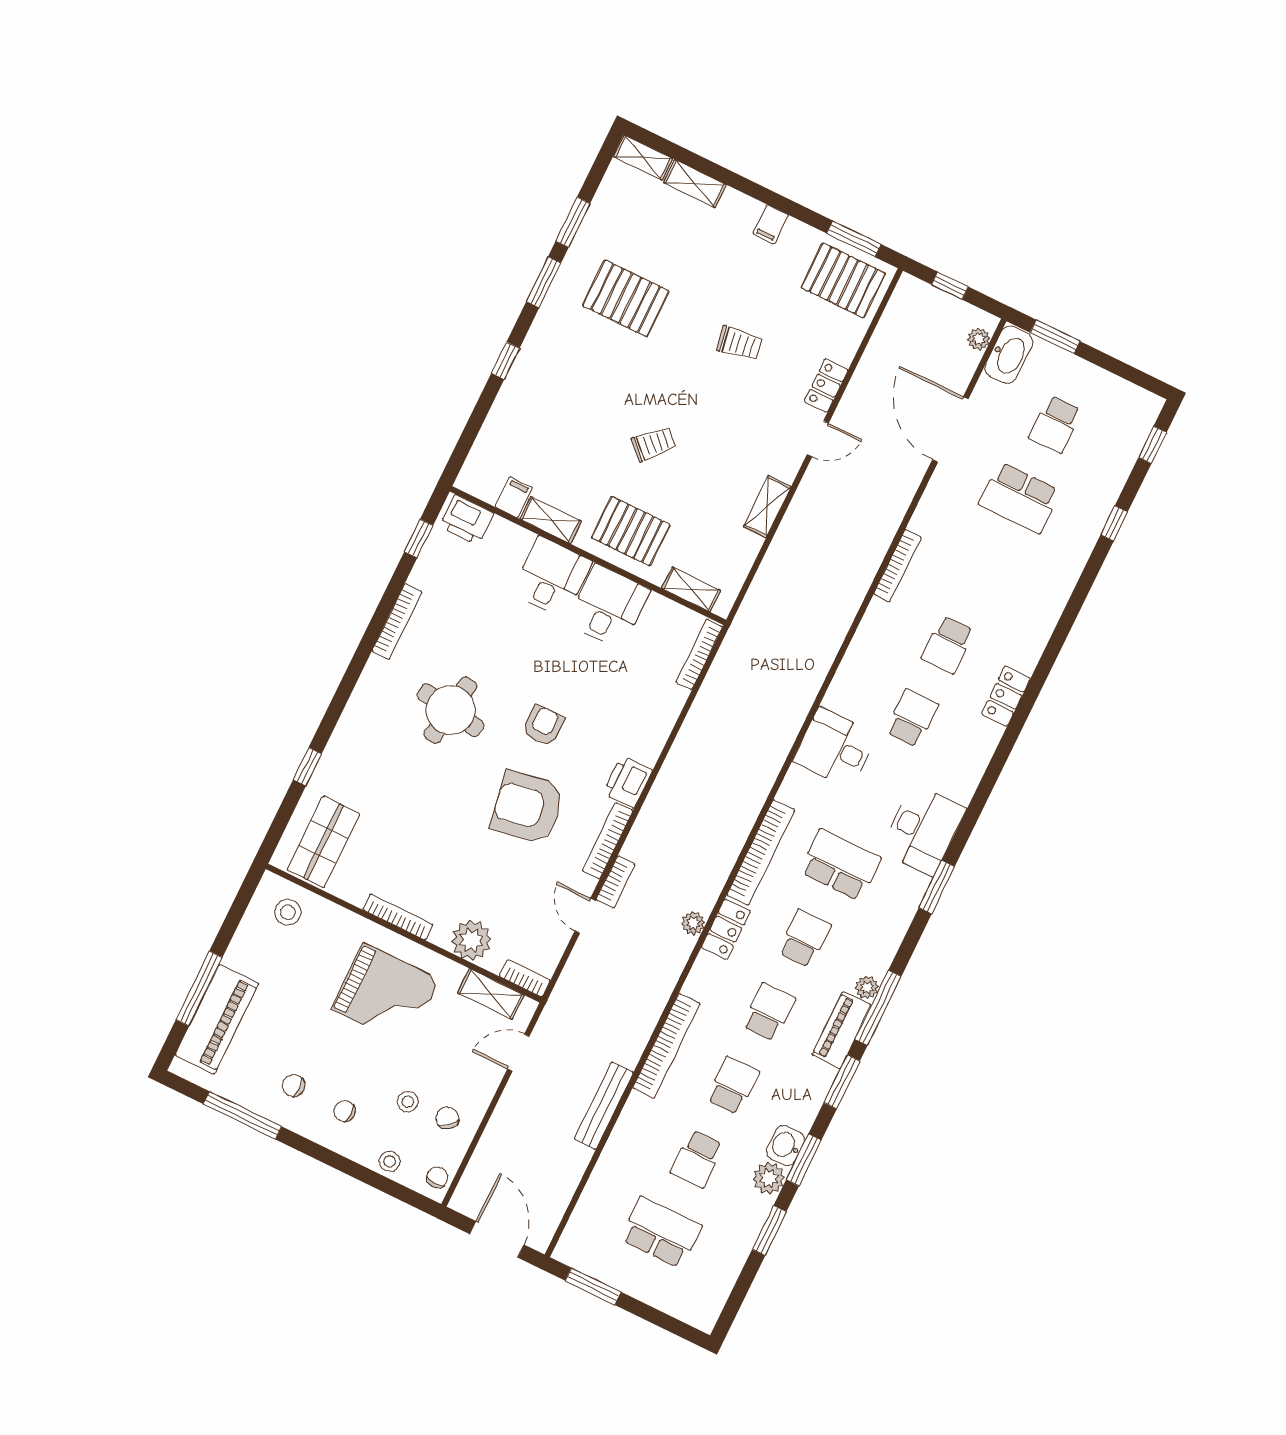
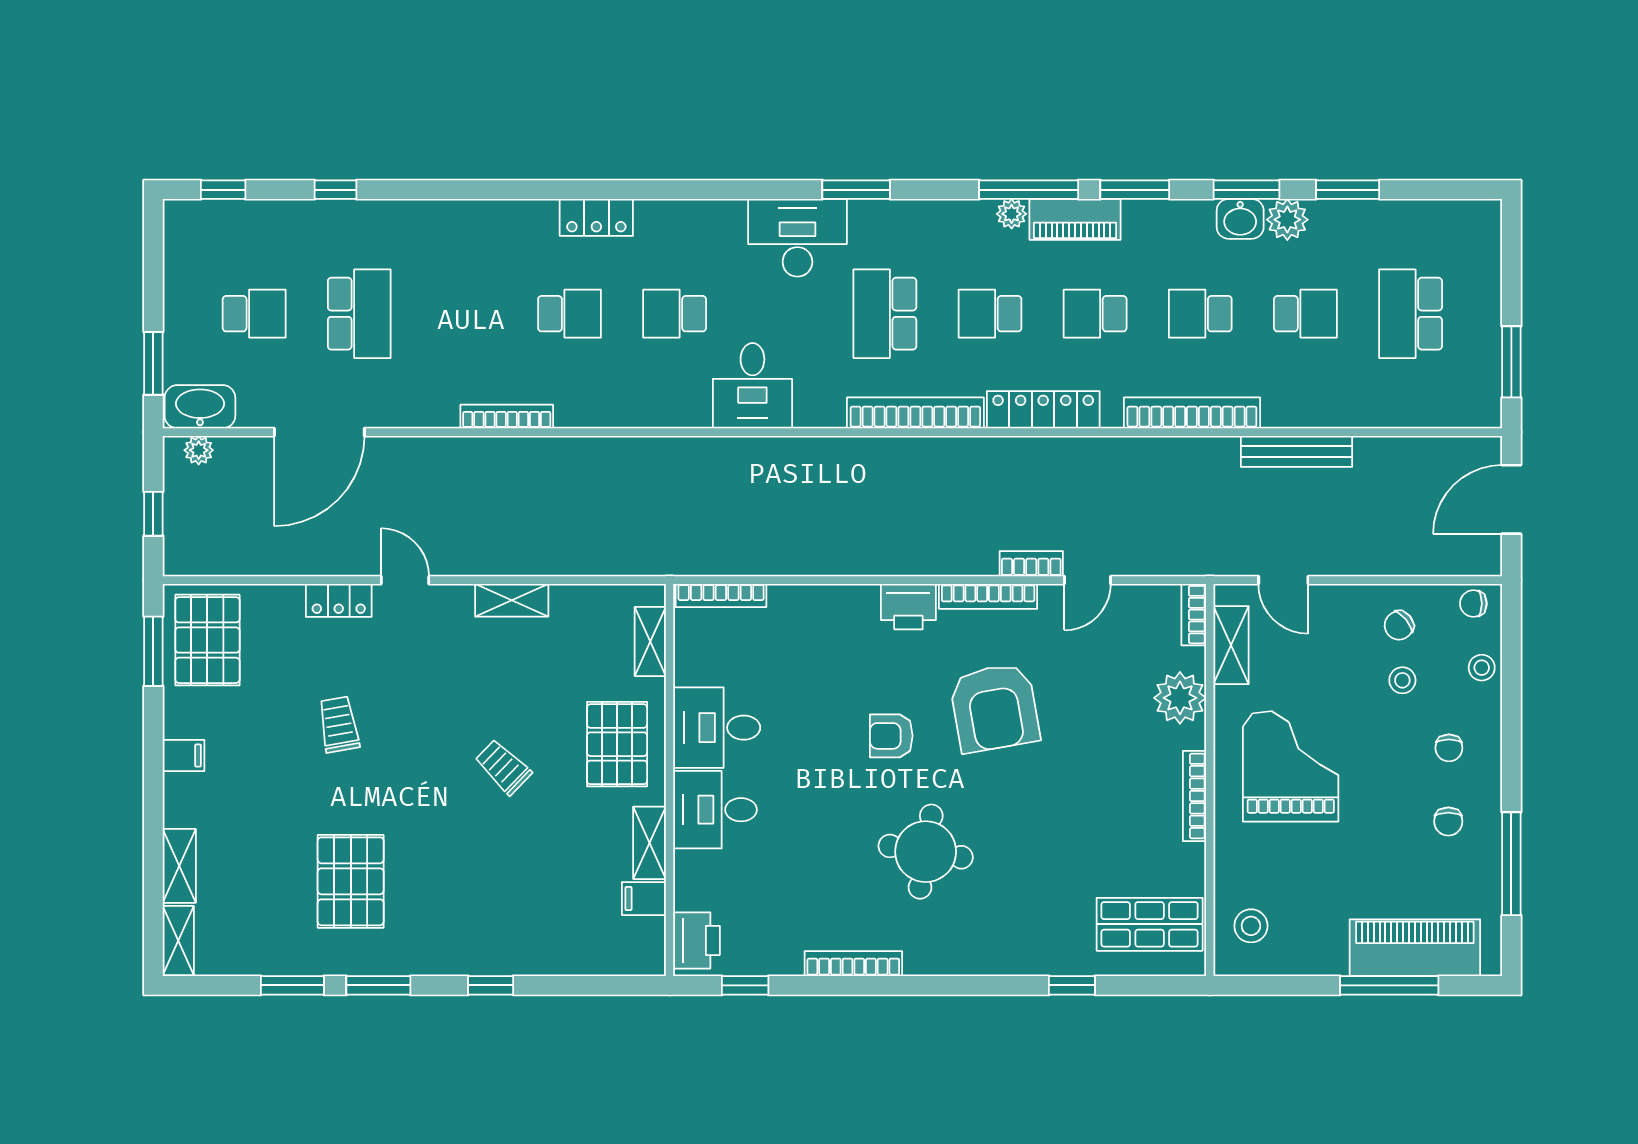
plant: (693, 923) -> (1035, 451), removed
locker: (726, 929) -> (1043, 410), width x1.53

